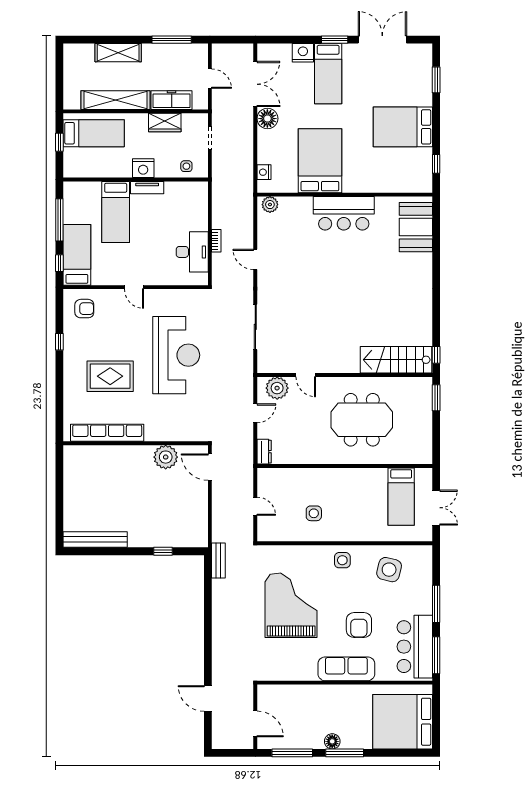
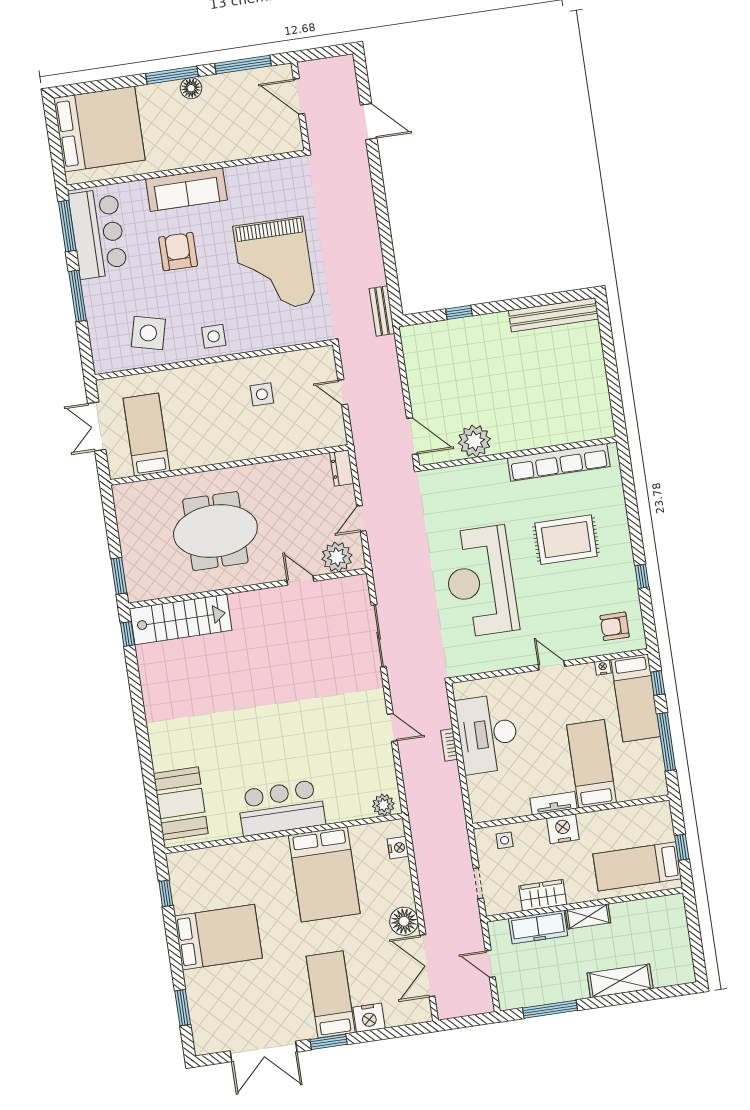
shelving: (116, 100) -> (588, 916), width x0.45, depth x0.75
desk: (192, 252) -> (487, 734), width x1.36, depth x1.30
nightstand: (97, 280) -> (603, 667), added

